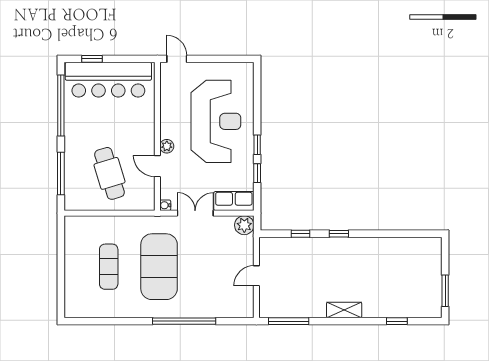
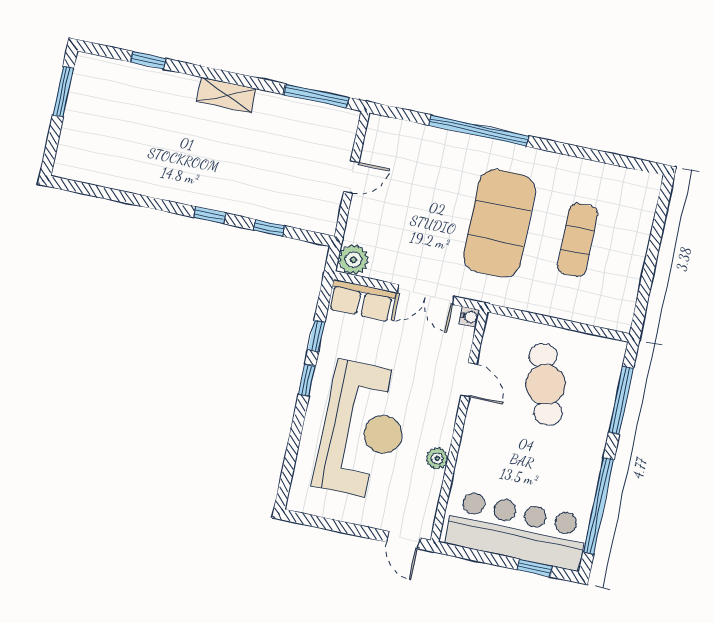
reception desk: (216, 121) -> (363, 430), turned 180
plant: (167, 146) -> (437, 458), moved

